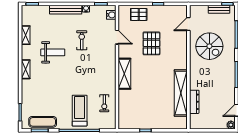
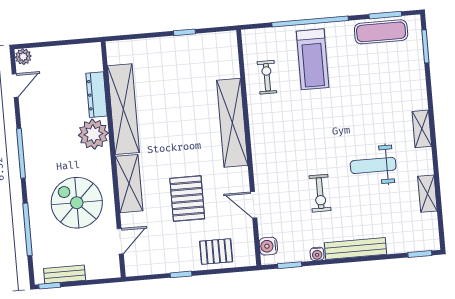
shelving: (181, 54) -> (129, 184), added
shelving: (124, 74) -> (232, 123), width x1.47
plant: (198, 81) -> (93, 134), added

